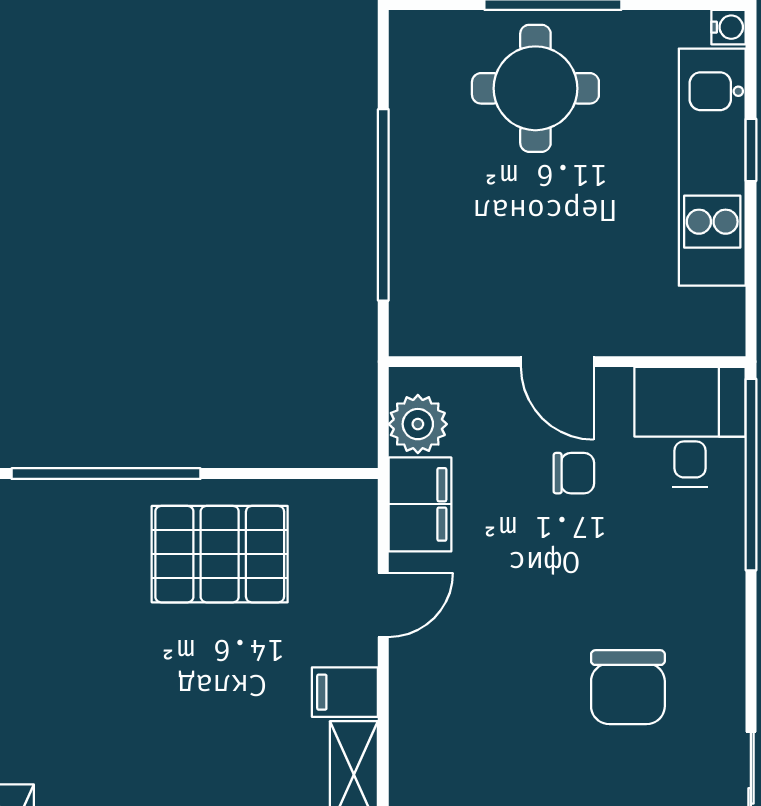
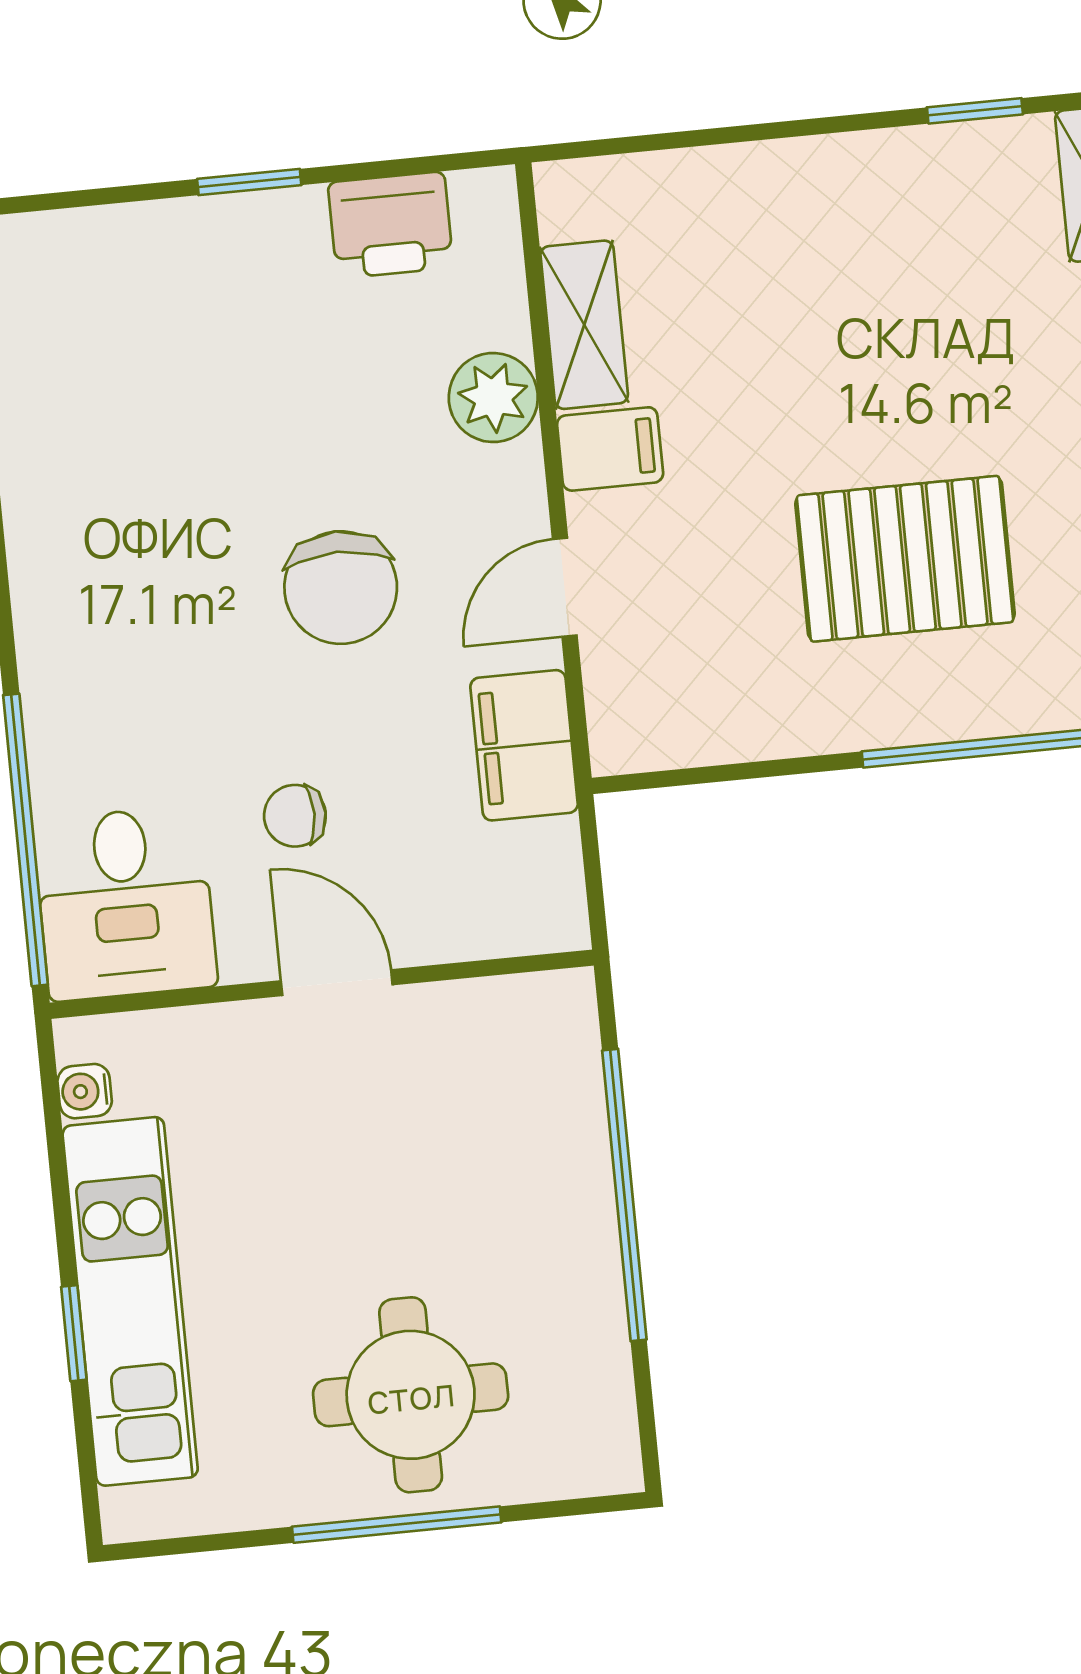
water cooler: (729, 27) -> (85, 1091), moved
plant: (418, 424) -> (493, 398), moved
pallet: (220, 554) -> (905, 559), moved
chair: (628, 687) -> (341, 588), moved, turned 180

